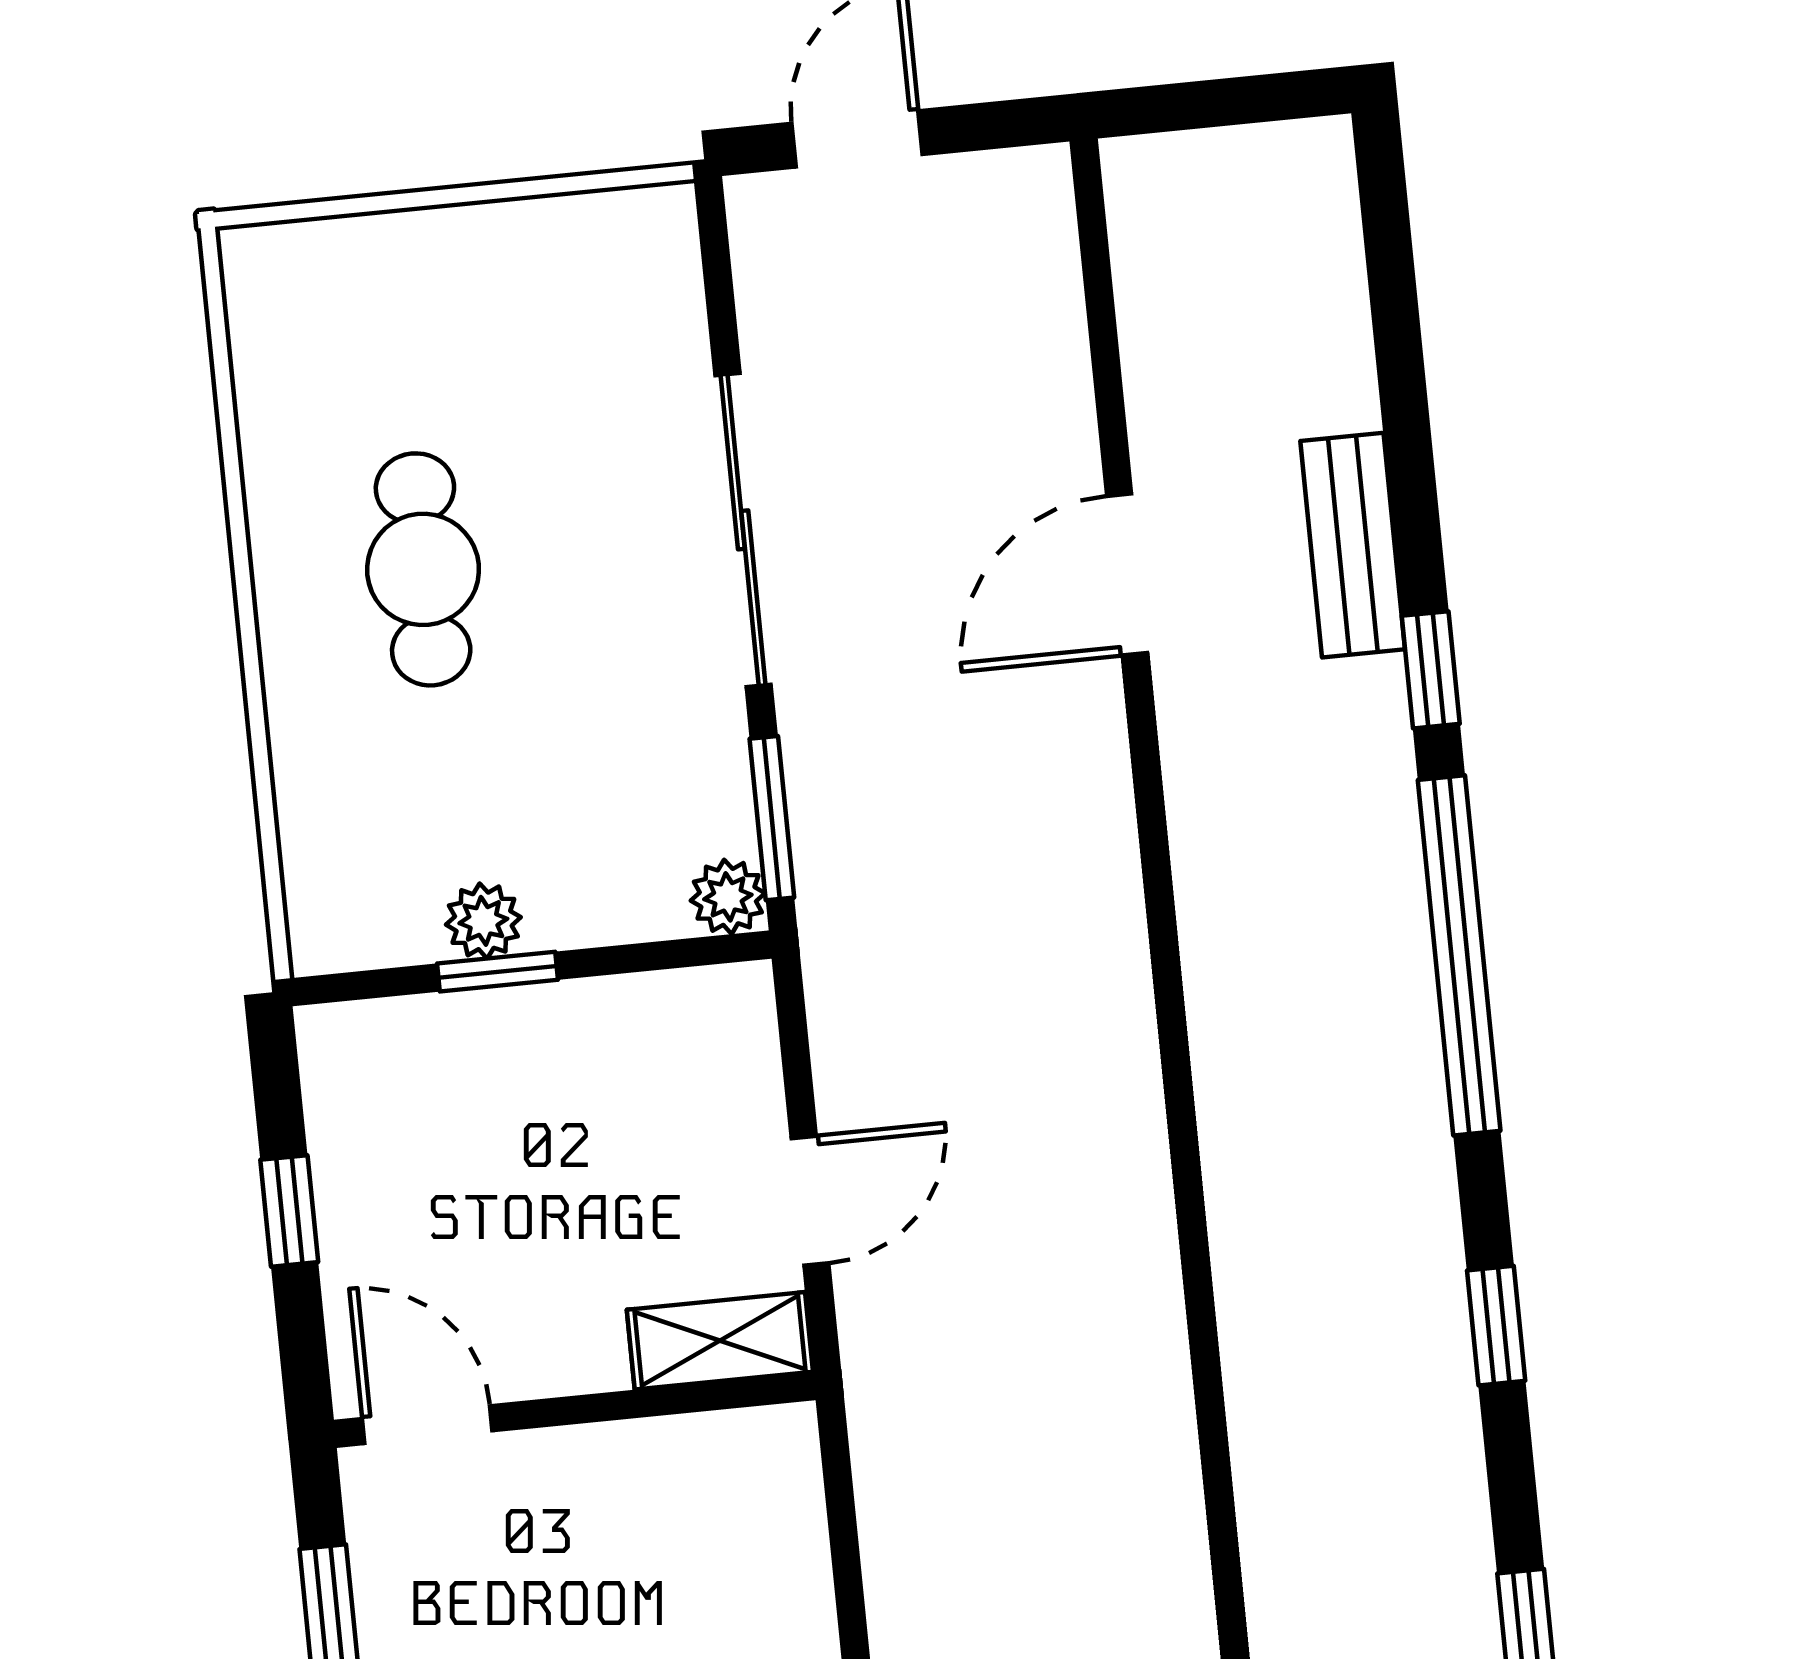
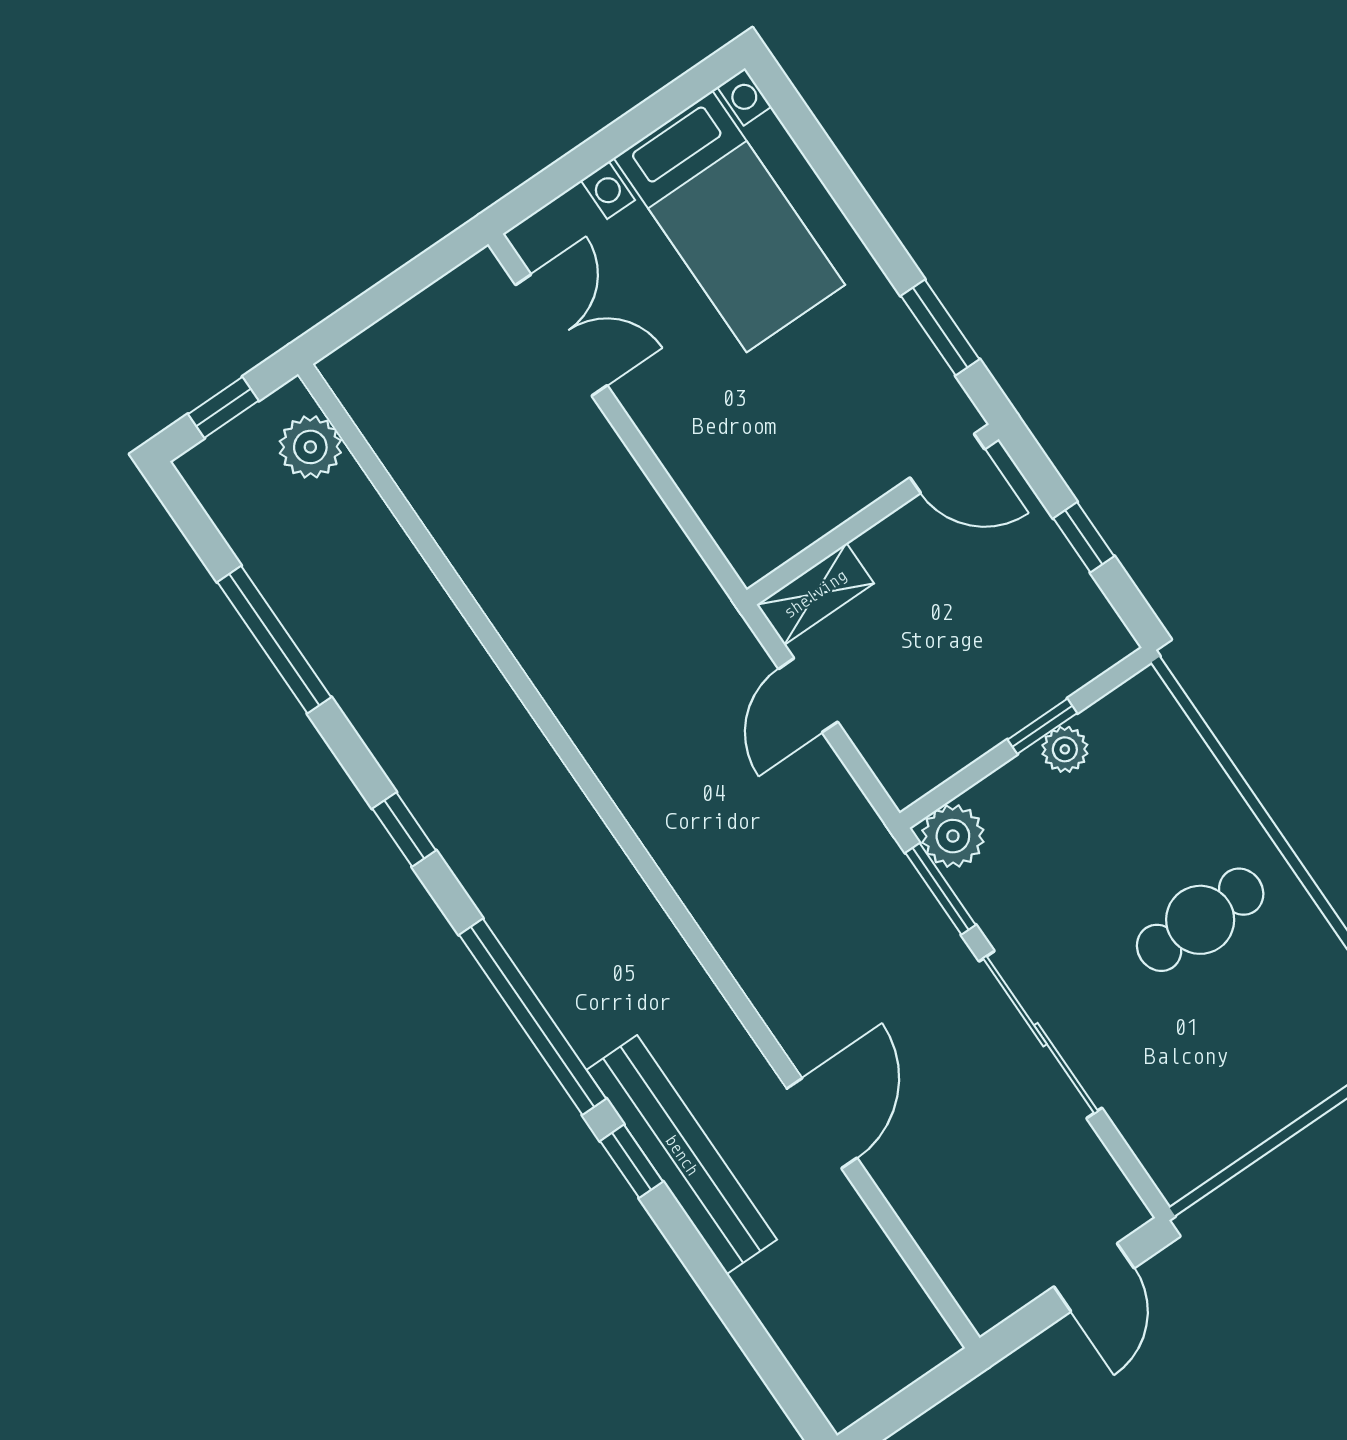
bench: (1353, 545) -> (682, 1155), width x1.86, depth x1.21
cafe table: (423, 569) -> (1200, 920), turned 90
plant: (728, 897) -> (953, 836), width x1.38, depth x1.38

